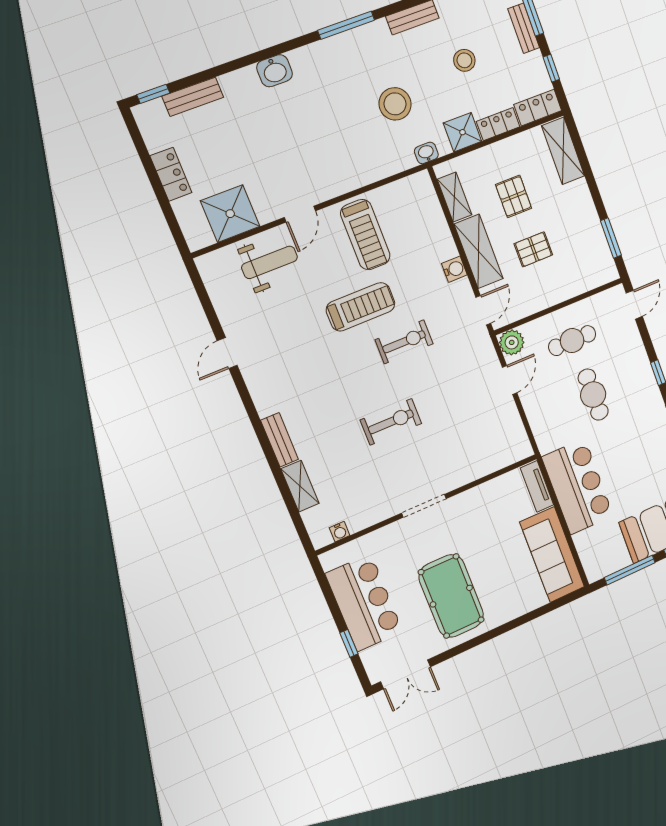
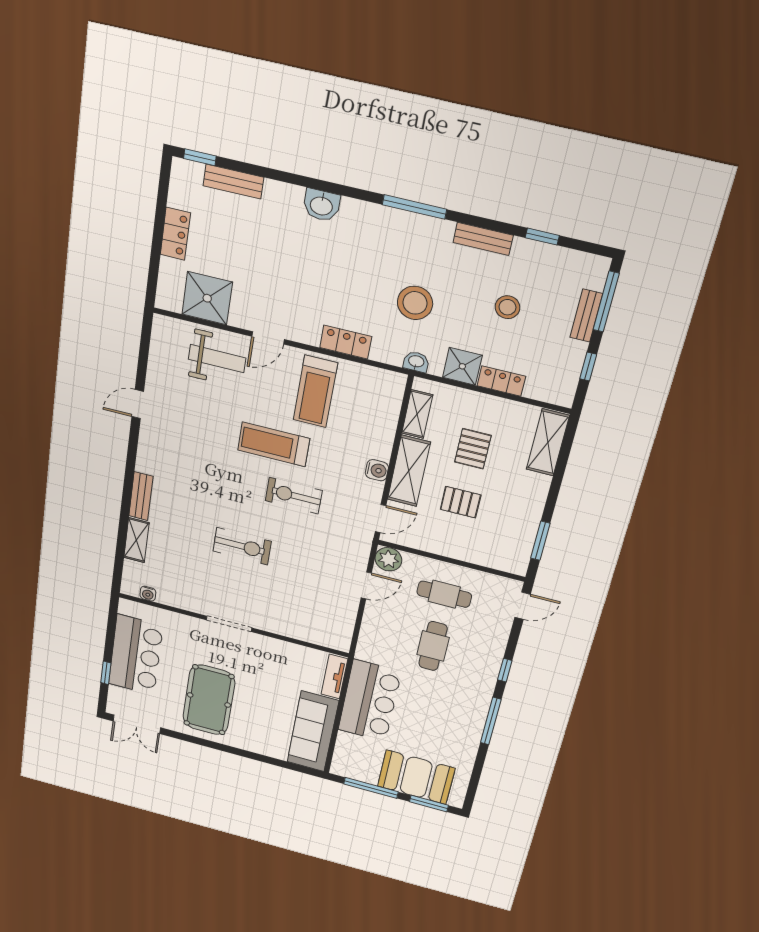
locker: (538, 108) -> (346, 342), moved
treadmill: (361, 307) -> (274, 444), turned 180
exercise bike: (404, 342) -> (294, 496), turned 180

